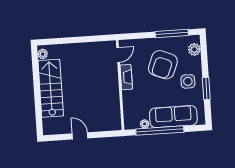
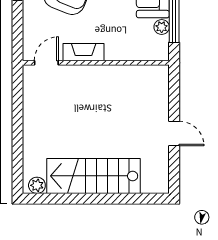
door: (118, 55) -> (46, 63), hinge flipped
door: (80, 136) -> (174, 133), swing flipped

